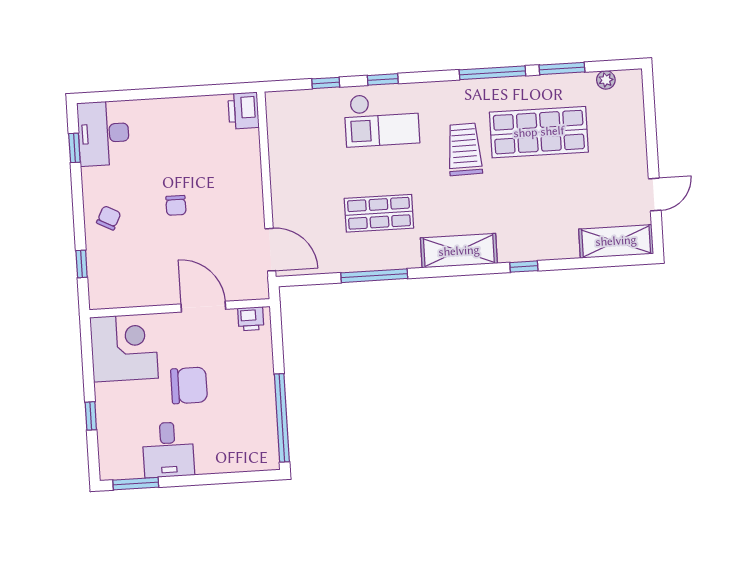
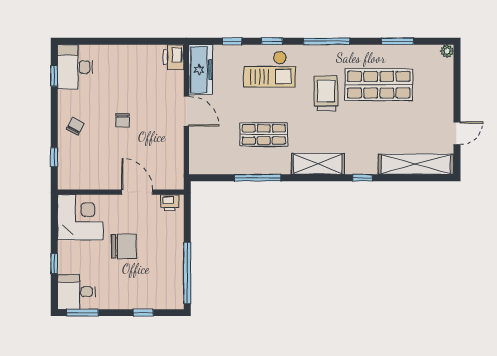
window: (492, 73) -> (326, 41), moved
plant: (606, 80) -> (447, 51), moved
freezer: (283, 126) -> (201, 70), added
shelving: (616, 241) -> (416, 164), width x1.47
door: (270, 250) -> (186, 111), moved
desk: (168, 450) -> (76, 292), moved, turned 90
window: (222, 478) -> (143, 313), added

